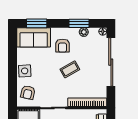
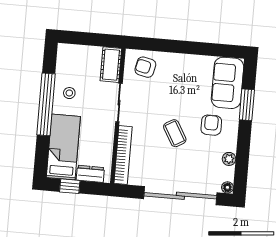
window: (37, 23) -> (247, 105), moved
window: (79, 23) -> (243, 153), removed
armchair: (62, 46) -> (211, 125), turned 90
side table: (25, 71) -> (178, 65), removed

